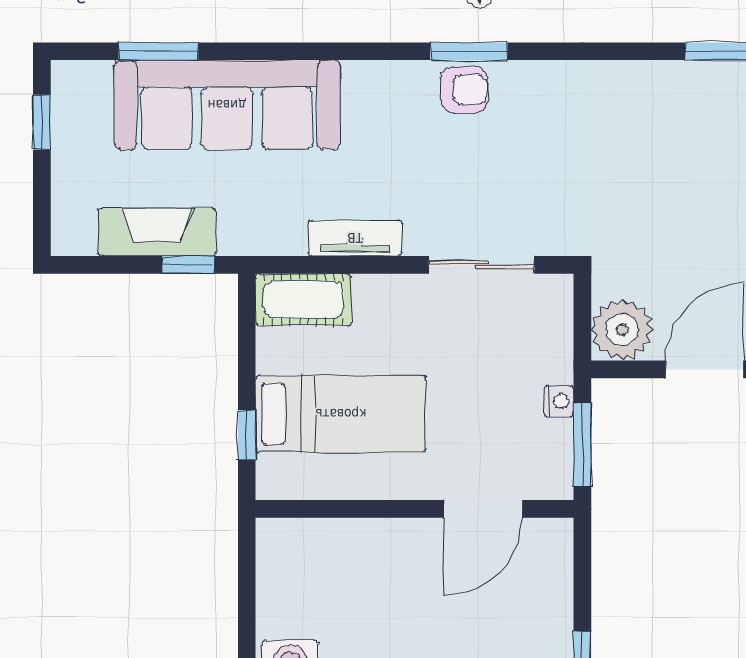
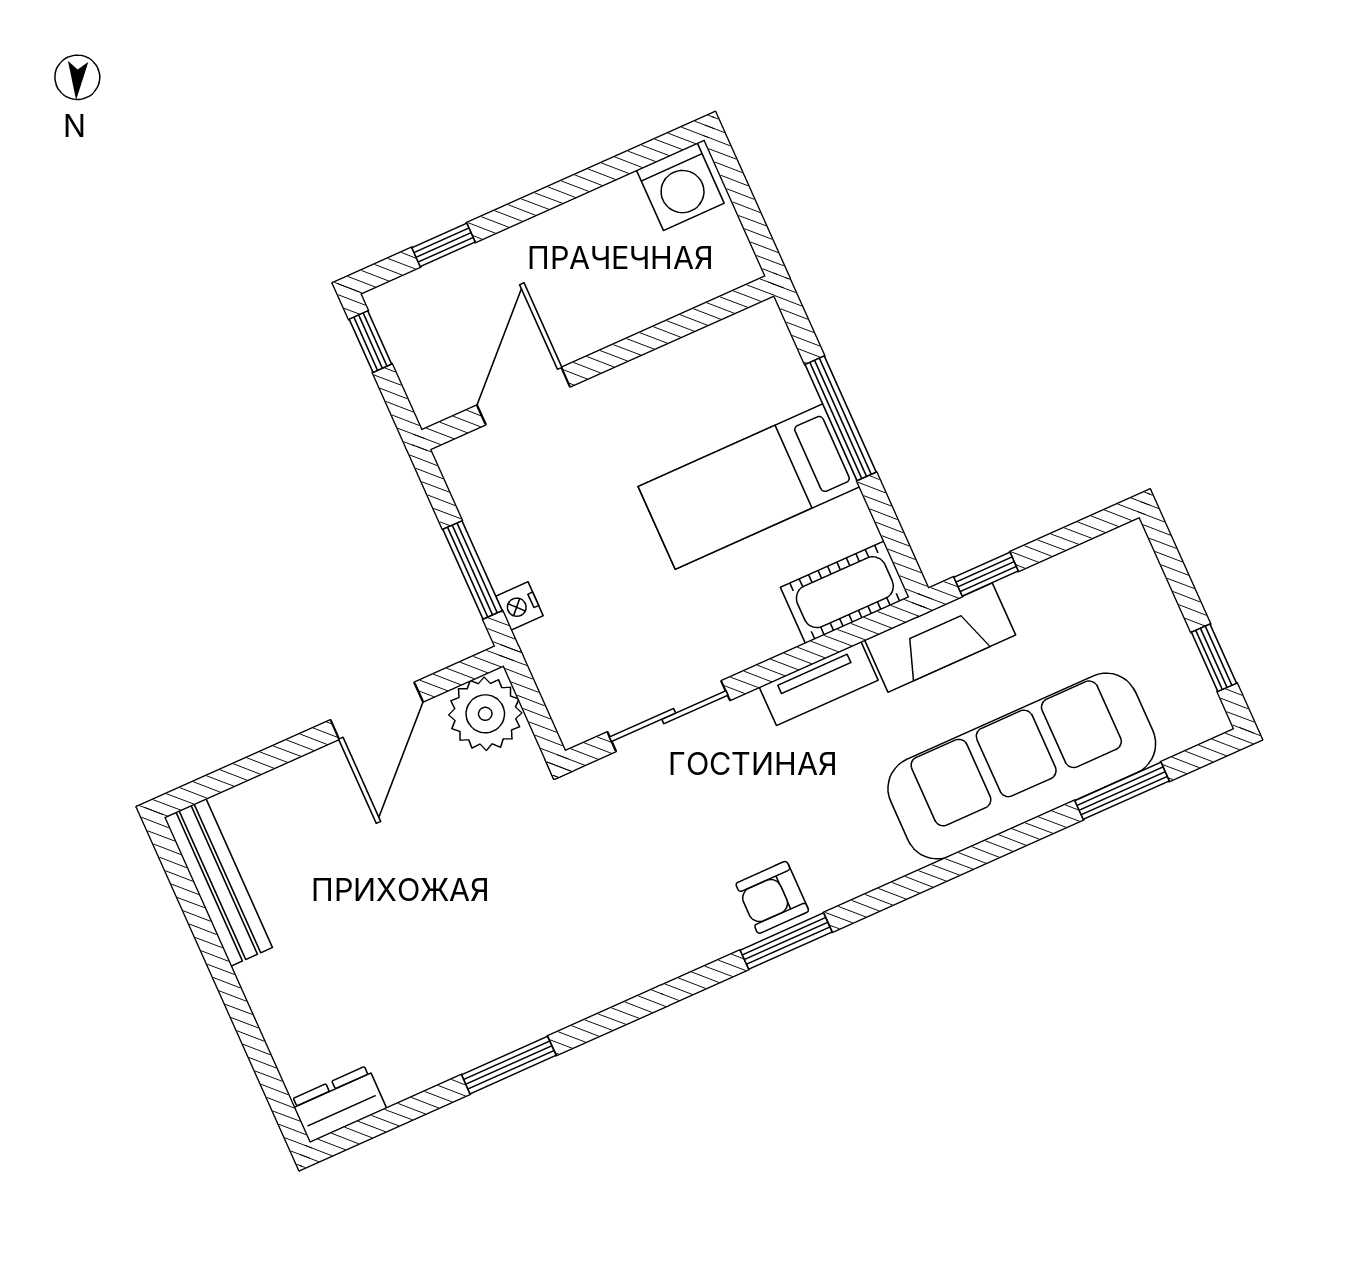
fireplace: (157, 232) -> (940, 638), moved
window: (247, 435) -> (841, 418), width x2.17
wall: (415, 509) -> (598, 363), moved
door: (483, 509) -> (524, 396), moved

